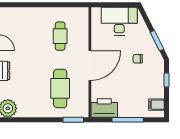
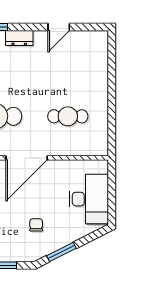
door: (90, 65) -> (27, 158), hinge flipped

